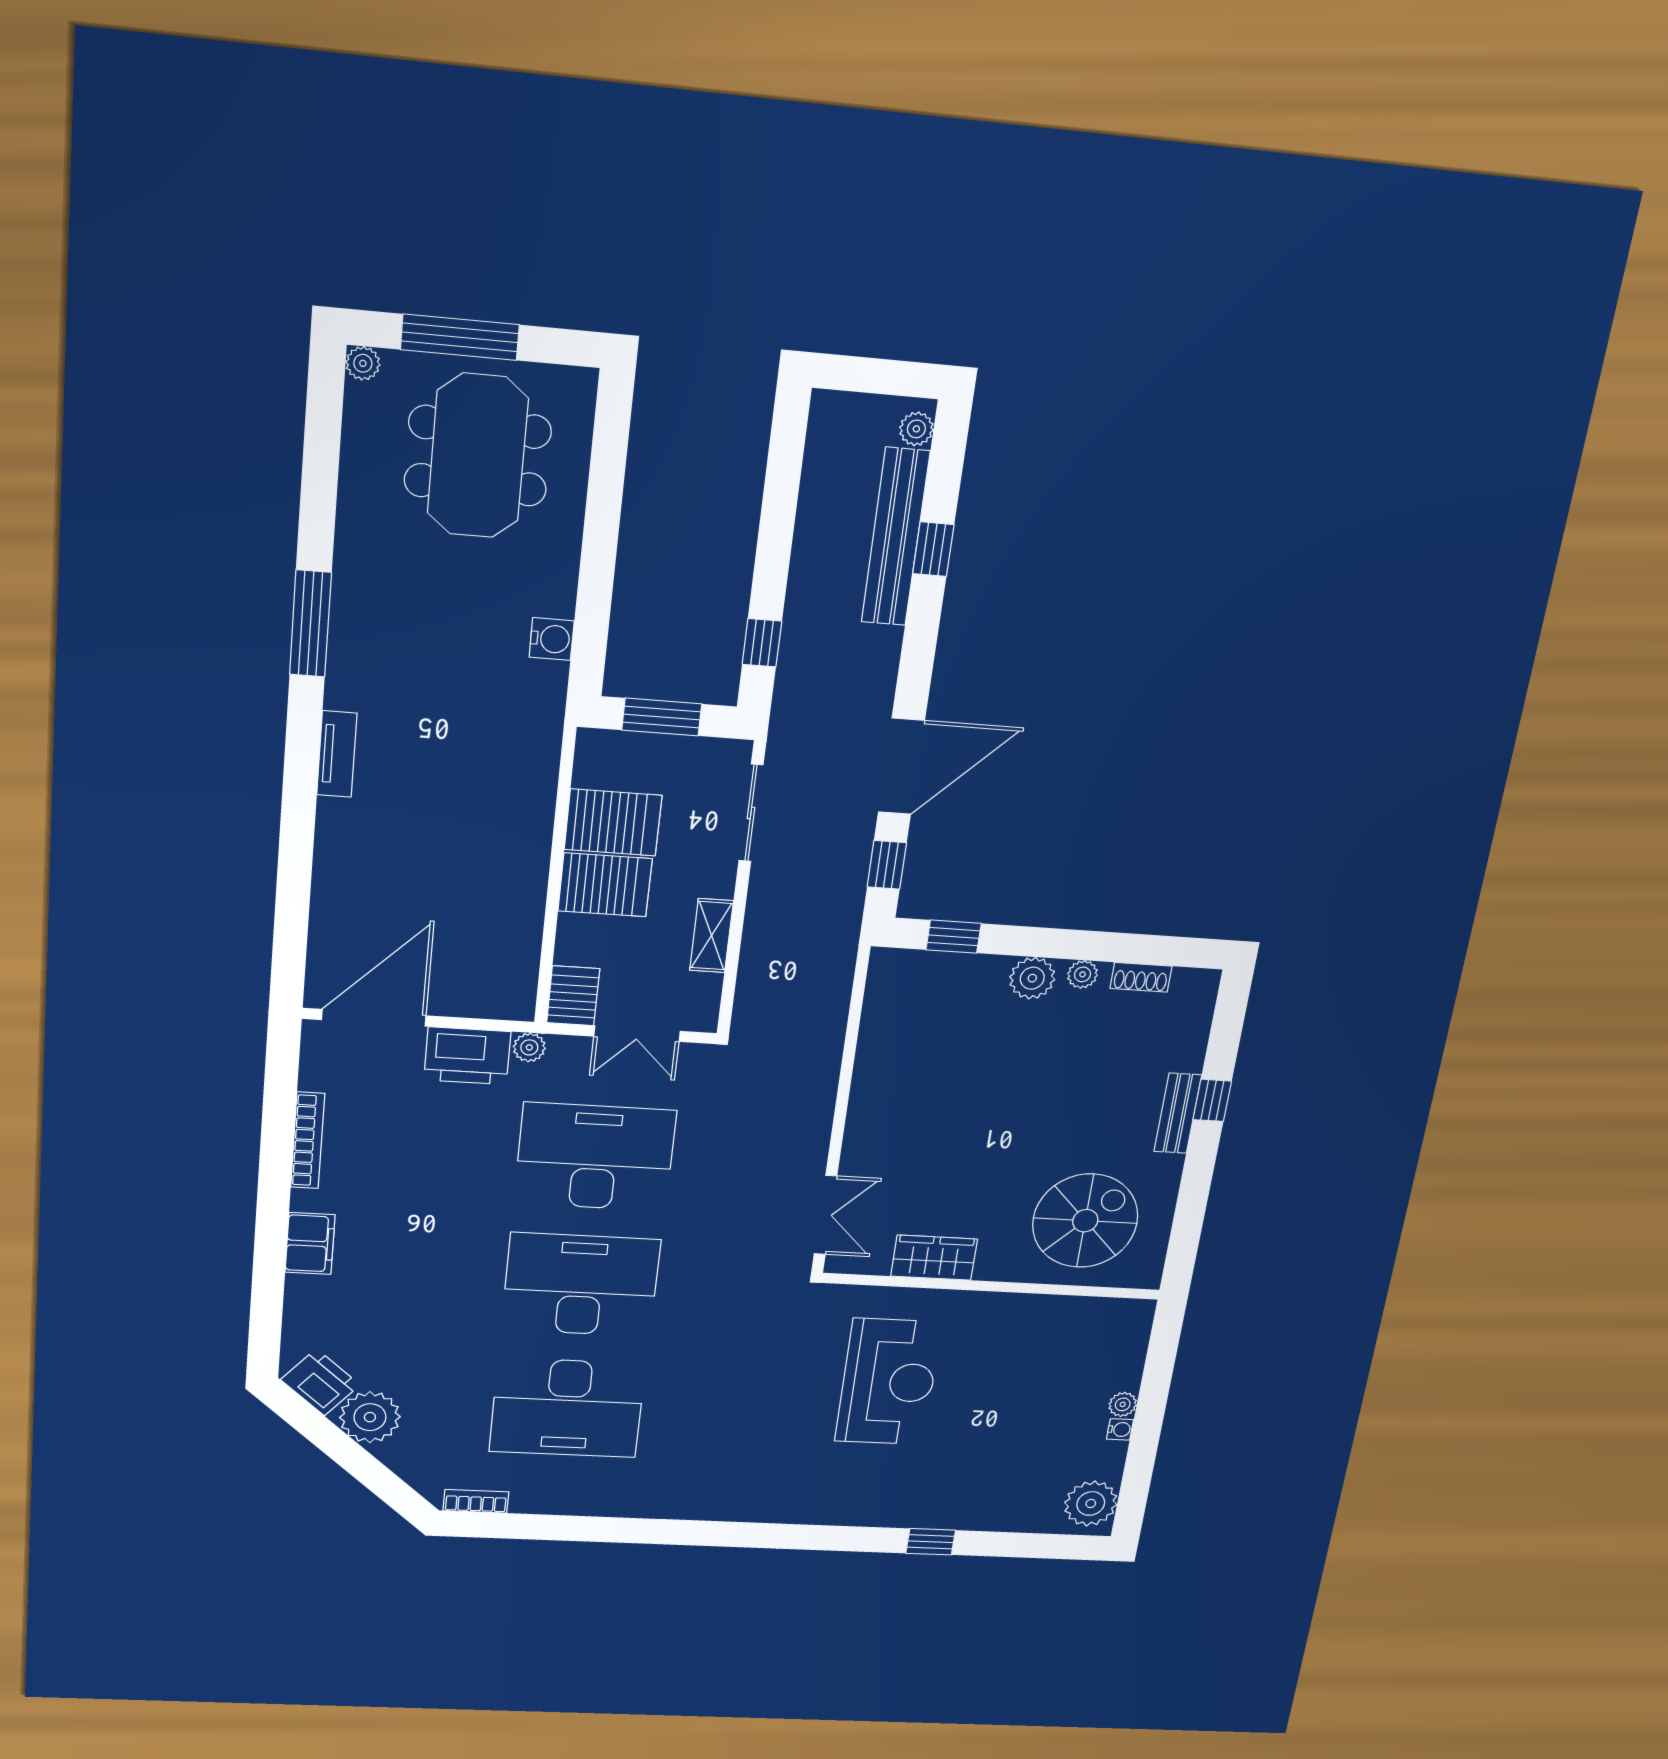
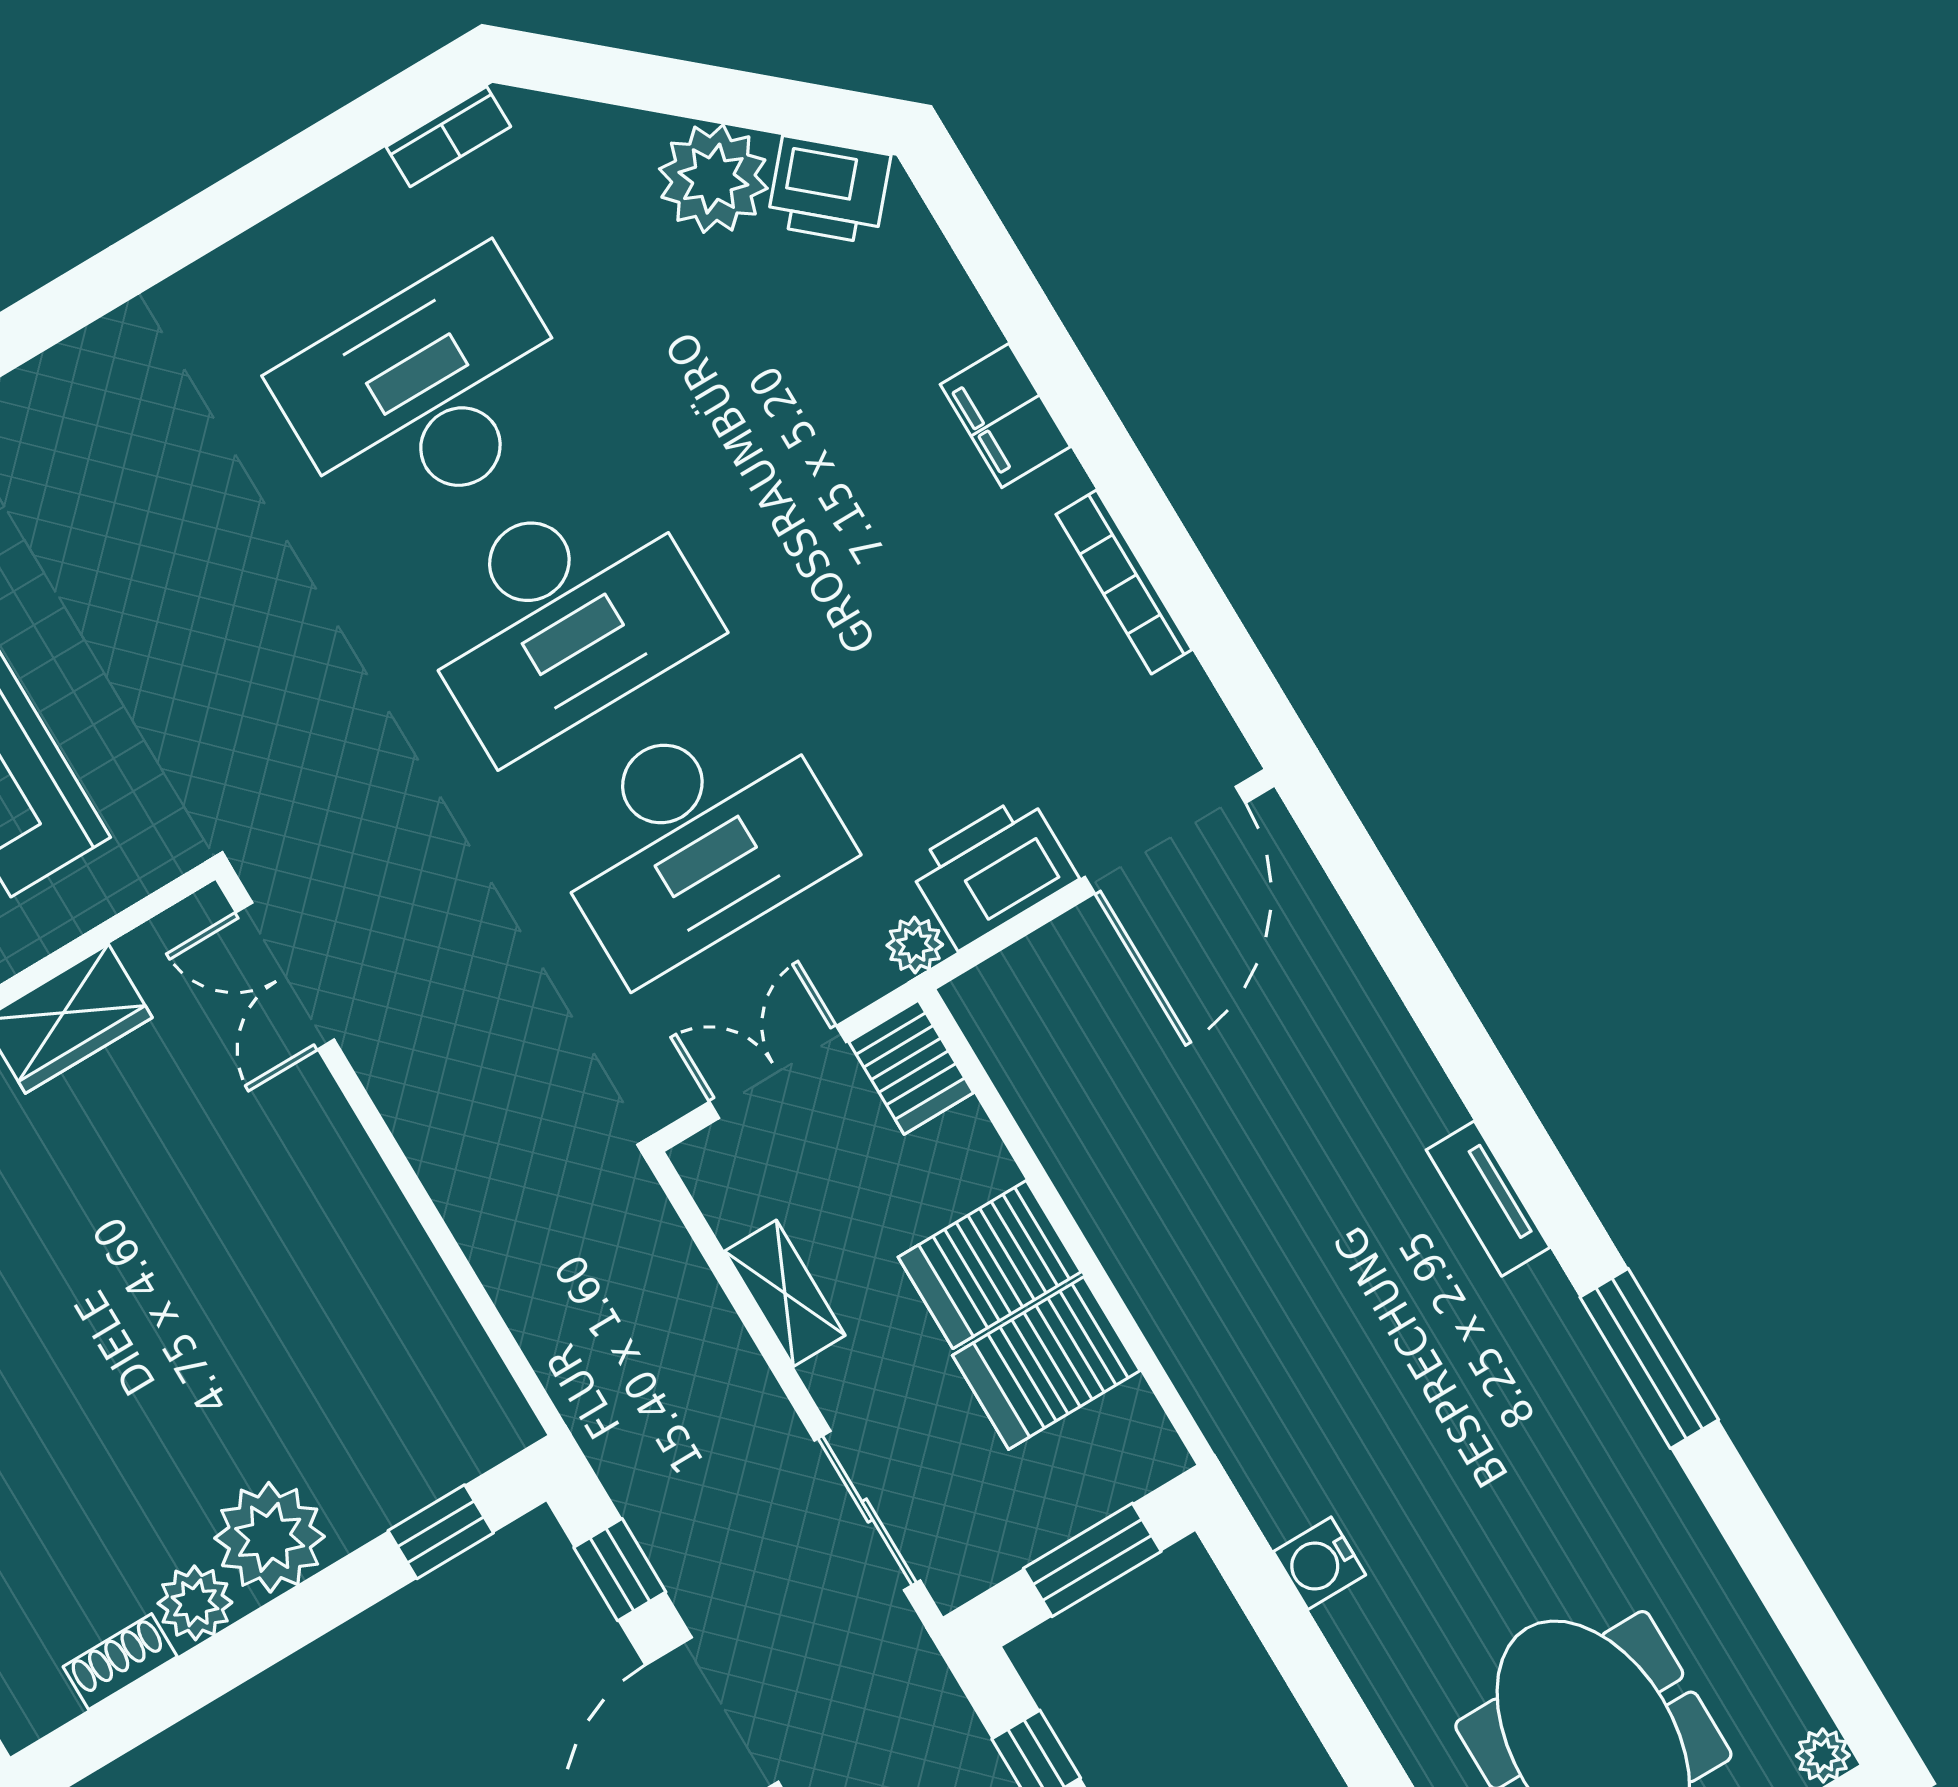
plant: (1083, 974) -> (195, 1603), width x1.38, depth x1.38
plant: (1032, 978) -> (270, 1537), width x1.36, depth x1.36

